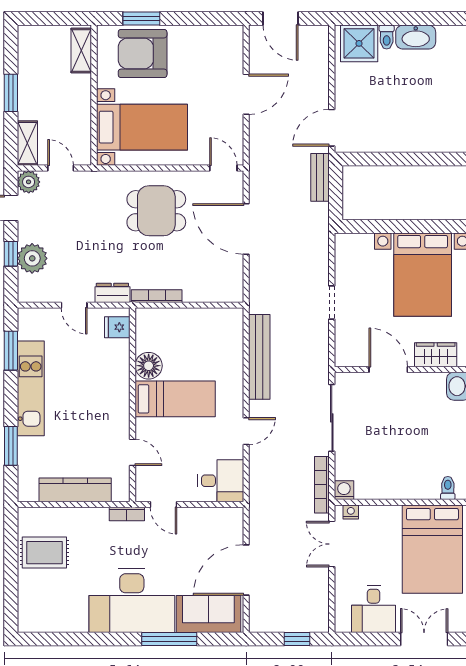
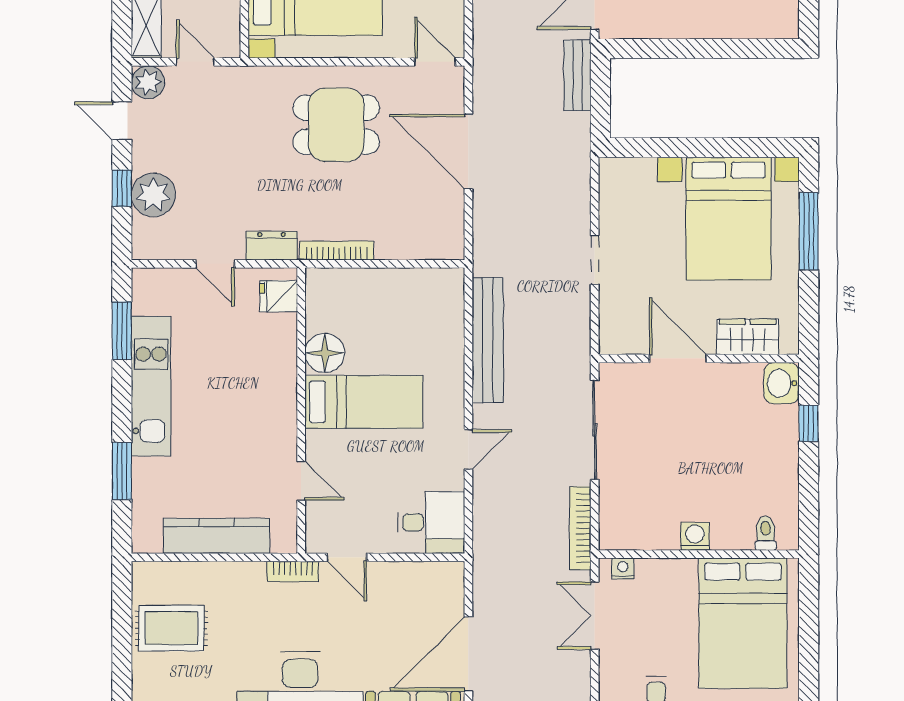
washing machine: (344, 490) -> (695, 536), moved

